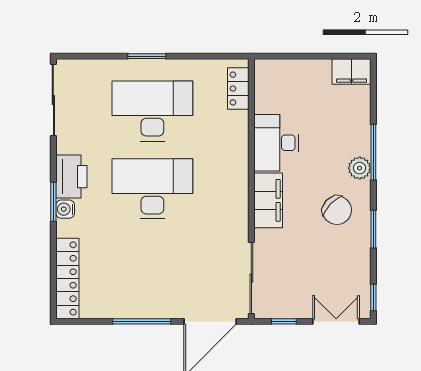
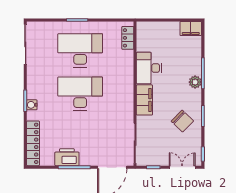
printer: (71, 177) -> (67, 157), moved, turned -90
chair: (337, 210) -> (182, 121), moved

